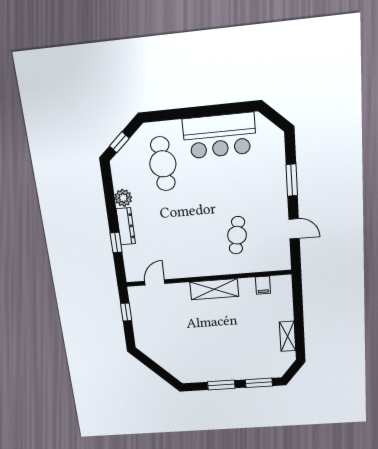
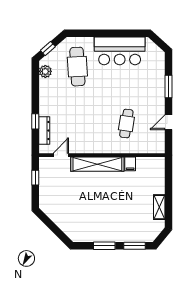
plant: (123, 198) -> (45, 71), moved
dresser: (126, 226) -> (44, 131), moved
door: (294, 229) -> (169, 122), swing flipped
filing cabinet: (263, 285) -> (130, 164), moved
shelving: (214, 289) -> (97, 164), width x1.47

